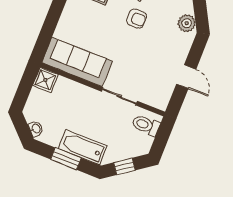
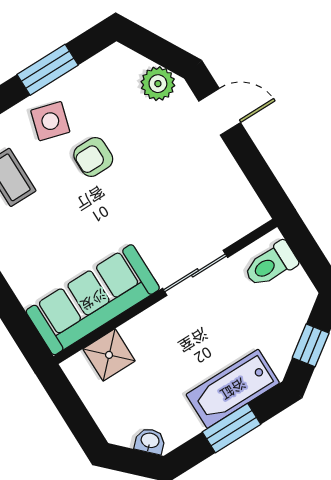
armchair: (137, 19) -> (93, 157), turned 180
door: (186, 77) -> (220, 112), moved
shower: (45, 80) -> (109, 355), moved

